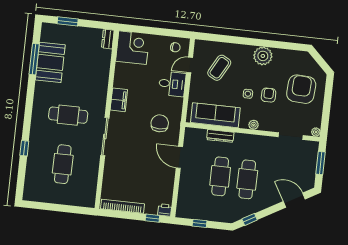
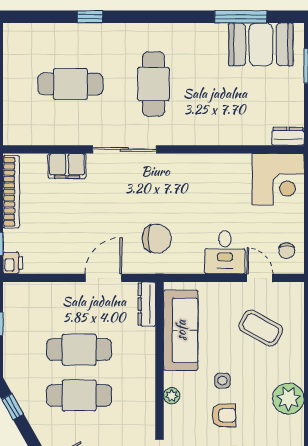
booth: (50, 62) -> (261, 44), moved
filing cabinet: (119, 100) -> (67, 166), moved
dresser: (220, 136) -> (147, 304), moved

